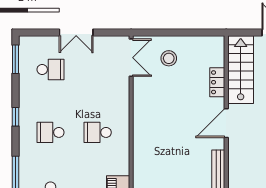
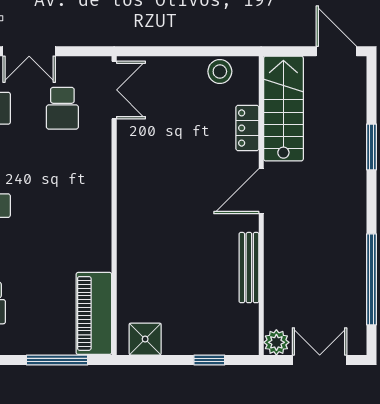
stool: (169, 58) -> (220, 71), moved
school desk: (98, 132) -> (62, 108), moved, turned -90

